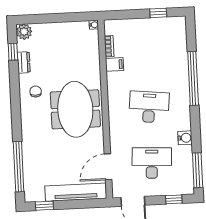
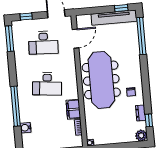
filing cabinet: (115, 64) -> (73, 109), width x2.00
meeting table: (75, 109) -> (101, 80), width x1.36
water cooler: (185, 138) -> (26, 128), moved
tv unit: (76, 192) -> (114, 18), moved

